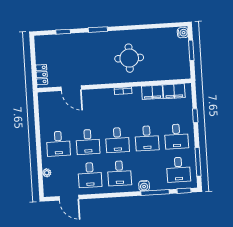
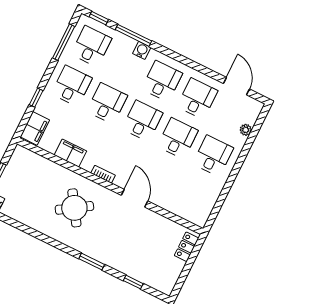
round table: (129, 58) -> (74, 208), turned -33
door: (71, 88) -> (135, 198), moved
filing cabinet: (174, 91) -> (35, 128), moved, turned 90

